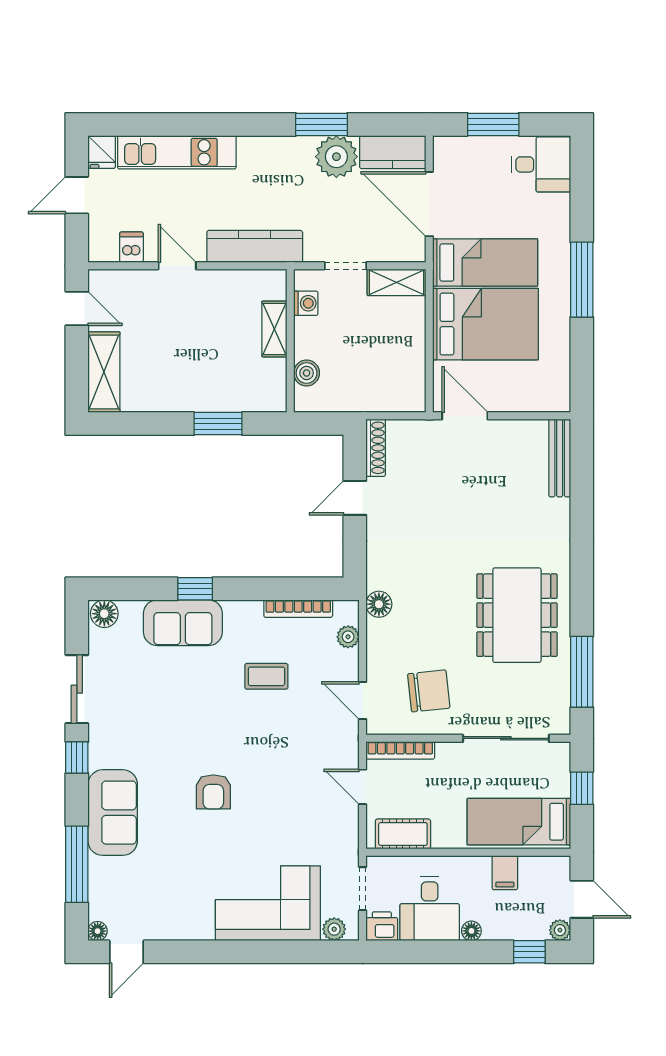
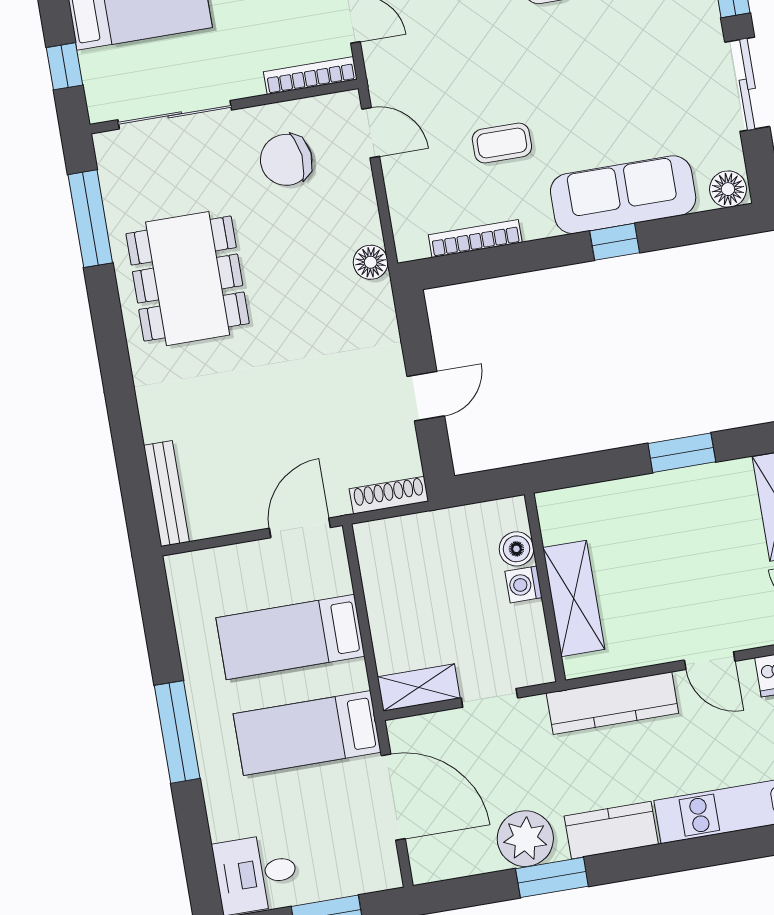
kitchen counter: (393, 152) -> (611, 830), moved
washing machine: (306, 303) -> (524, 584), moved
bed: (486, 324) -> (290, 637), width x0.67
shelving: (274, 329) -> (574, 598), width x1.50, depth x1.33
door: (465, 416) -> (300, 528), swing flipped
window: (218, 424) -> (682, 453), moved
shoe rack: (376, 448) -> (389, 495), moved, turned 90
sofa: (183, 623) -> (623, 195), width x1.36
plant: (348, 637) -> (404, 213), removed

